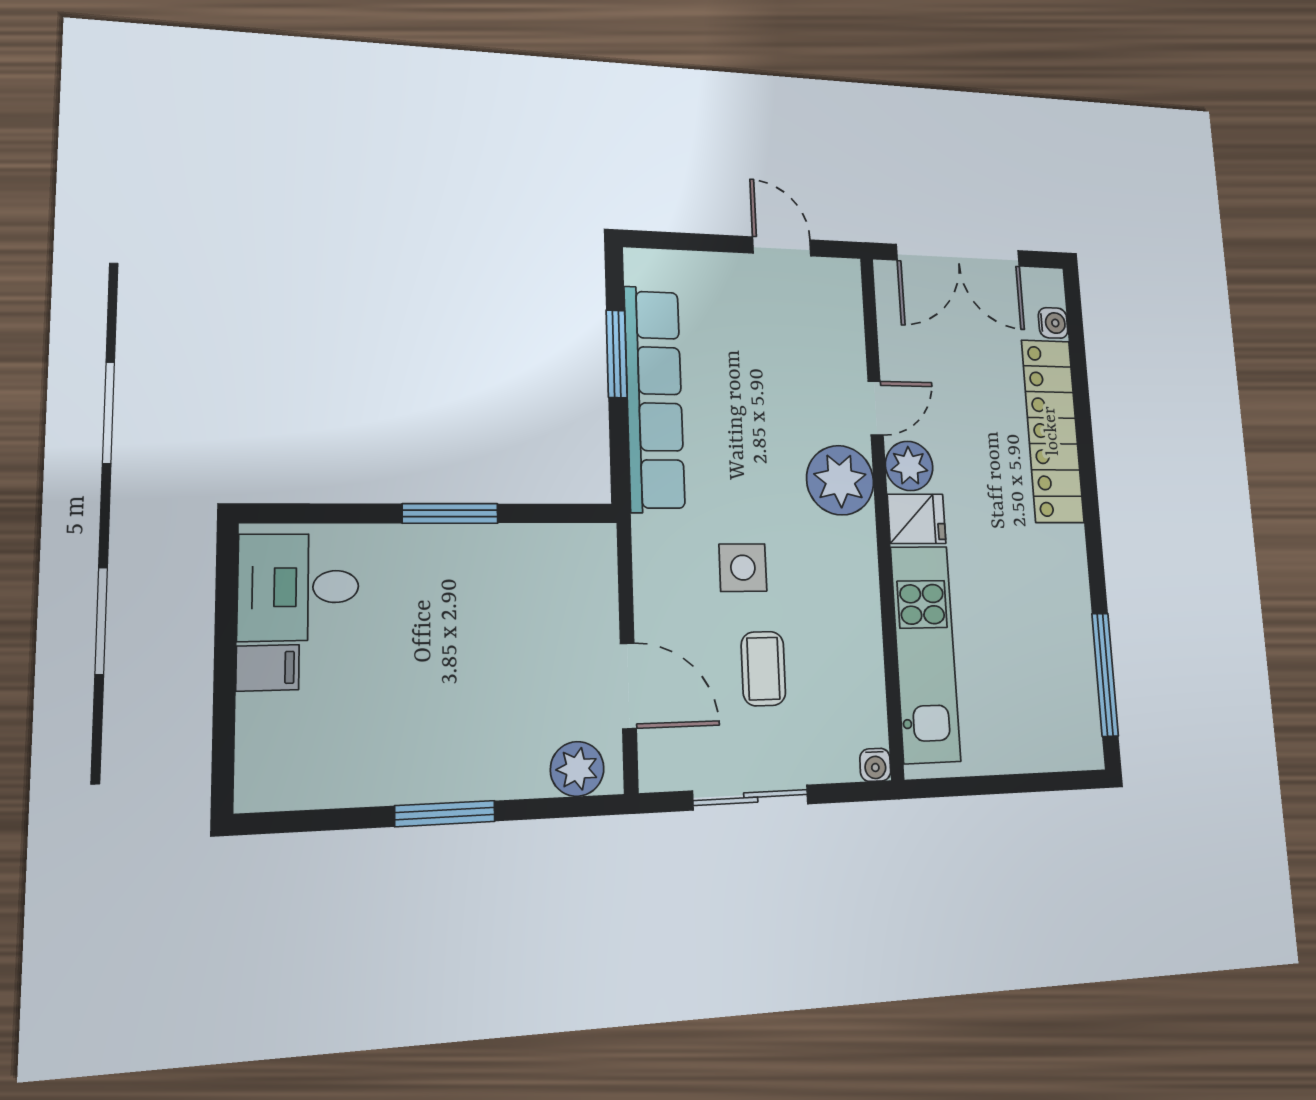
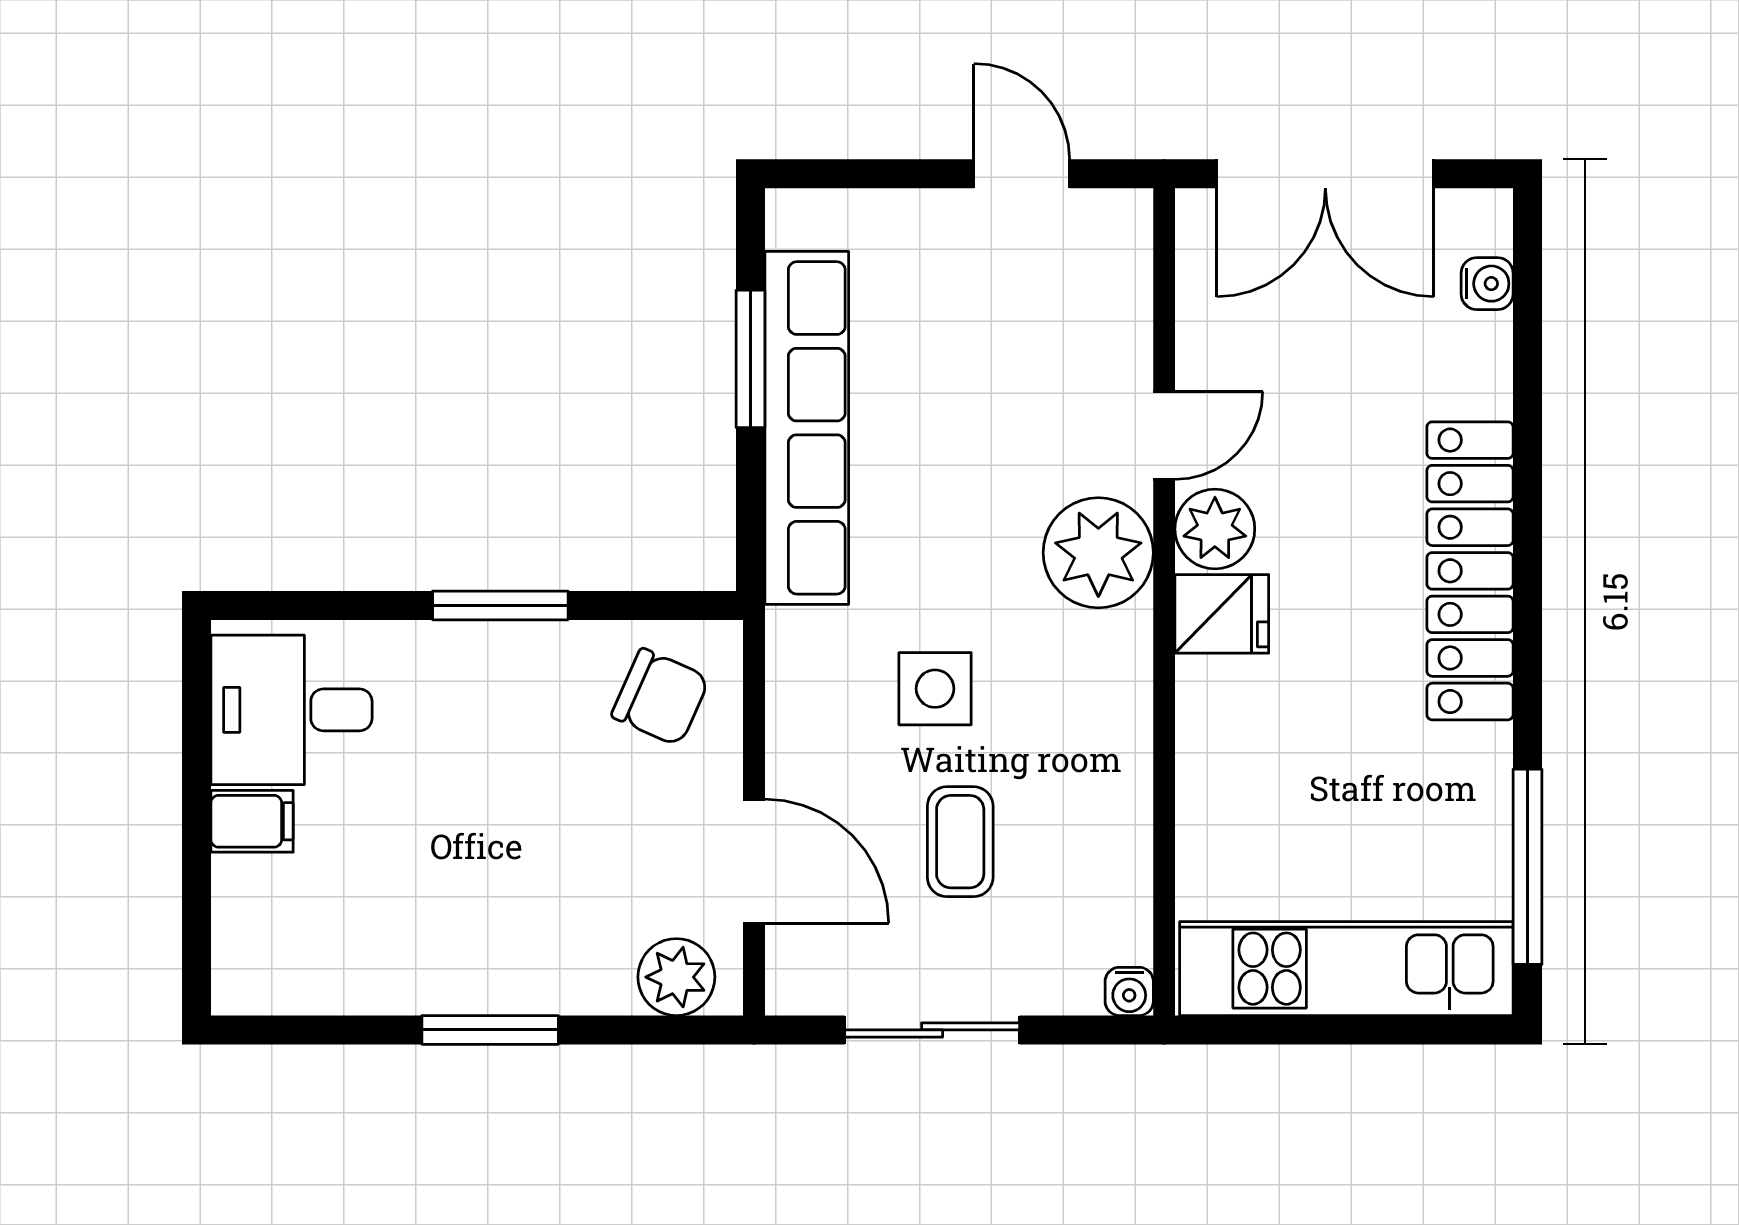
locker: (1052, 431) -> (1470, 571), moved
chair: (562, 575) -> (660, 697), added
kitchen unit: (925, 654) -> (1346, 969), moved, turned -90

